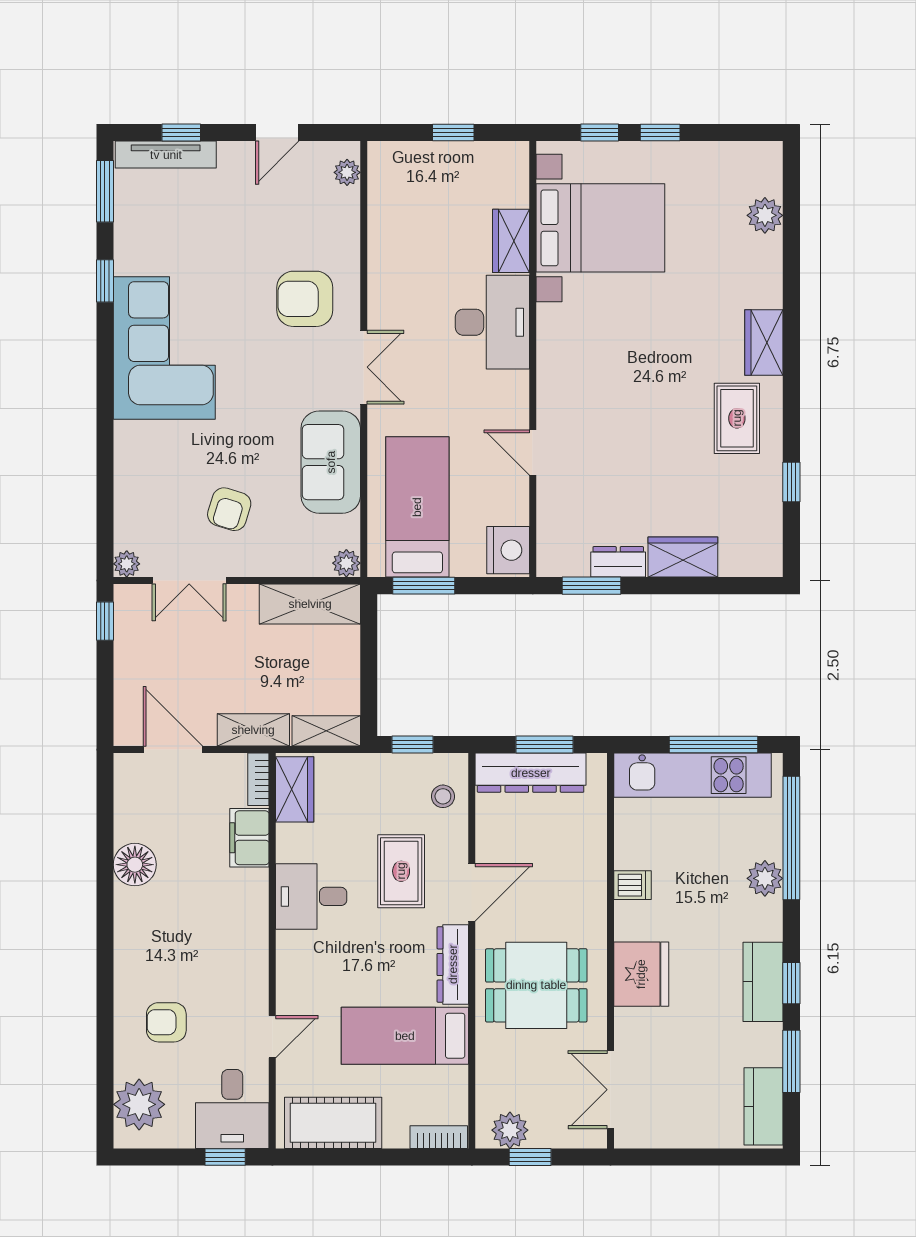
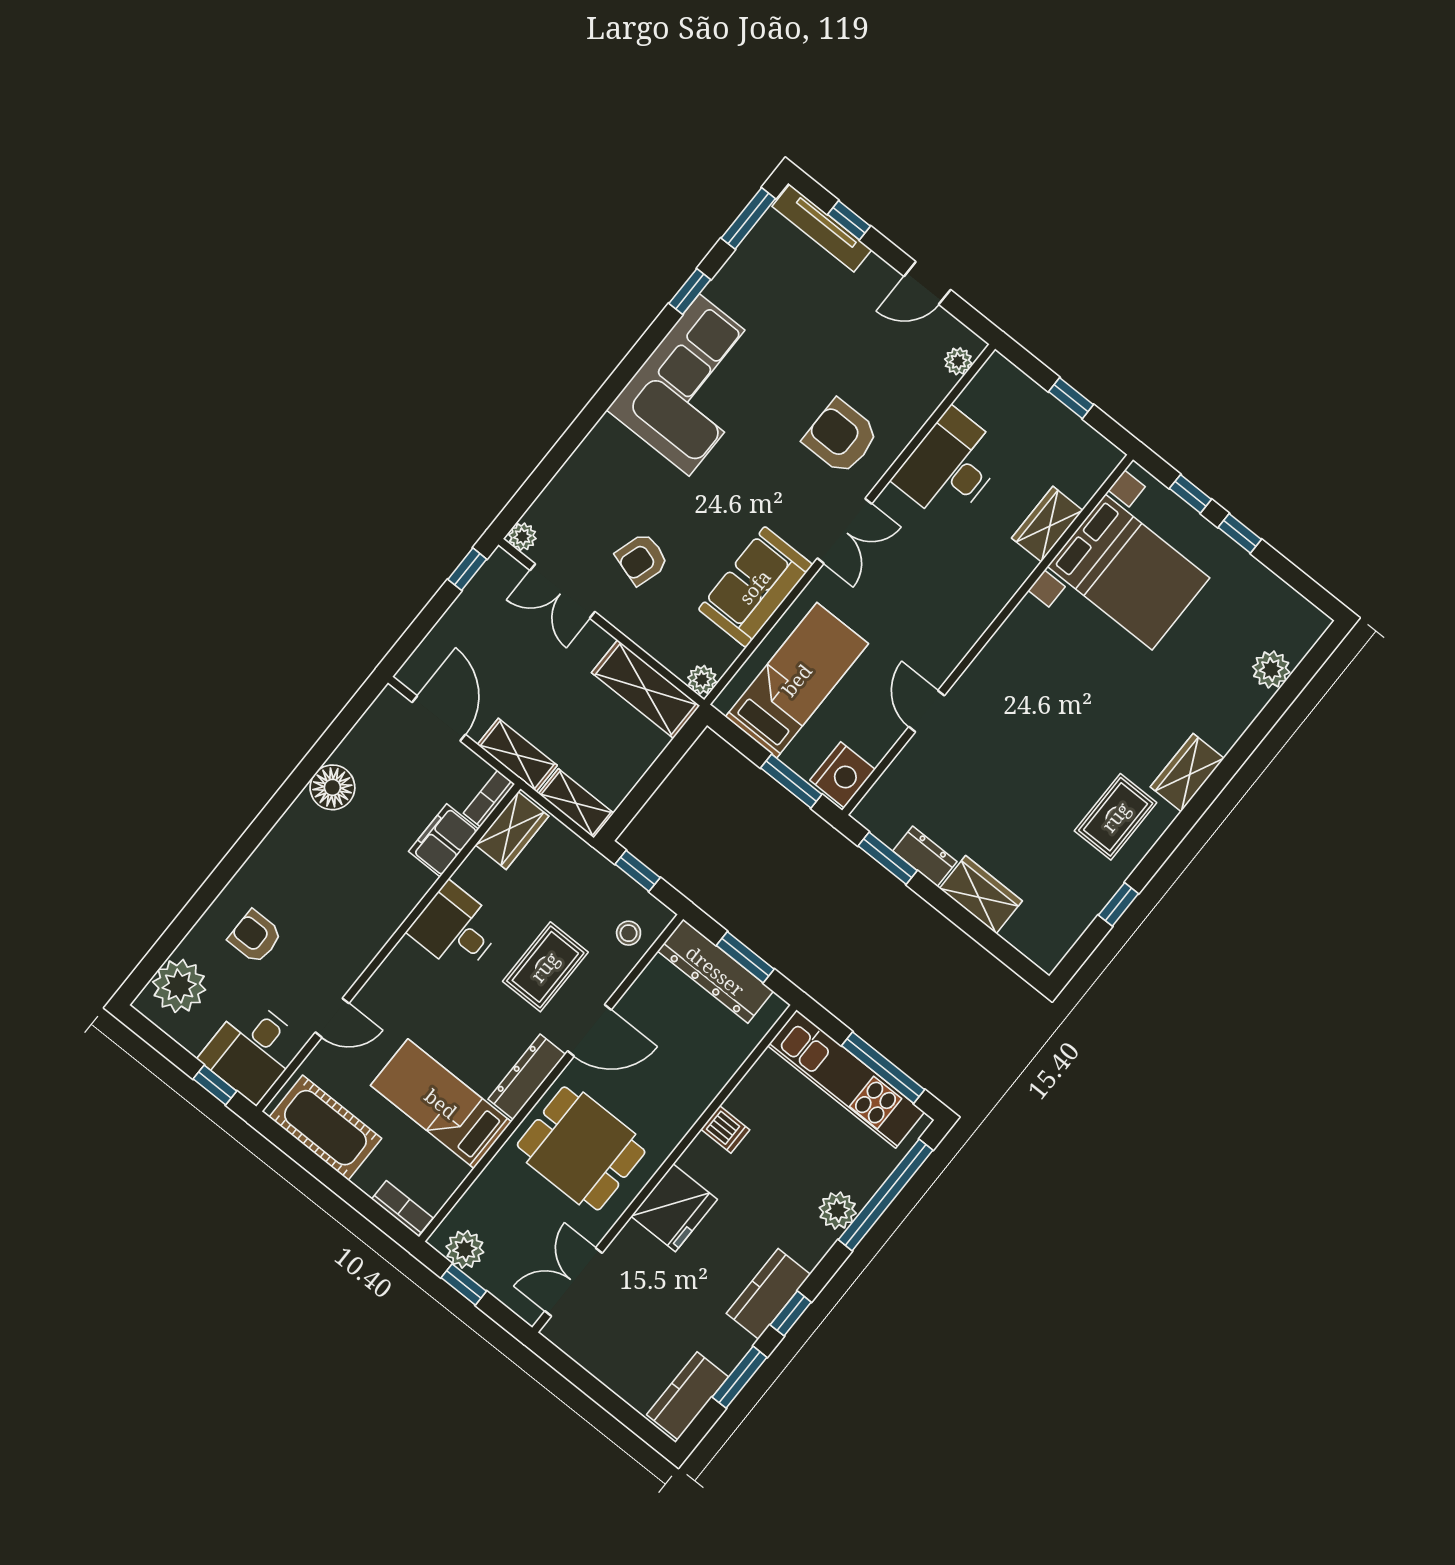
desk: (492, 322) -> (950, 466), moved, turned 180
window: (424, 586) -> (791, 781), moved

